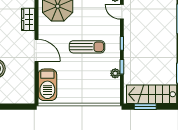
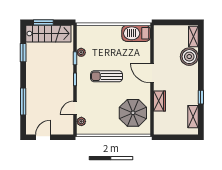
door: (122, 12) -> (75, 108), swing flipped
barbecue: (47, 85) -> (136, 33), moved, turned -90
window: (145, 107) -> (43, 22), moved

